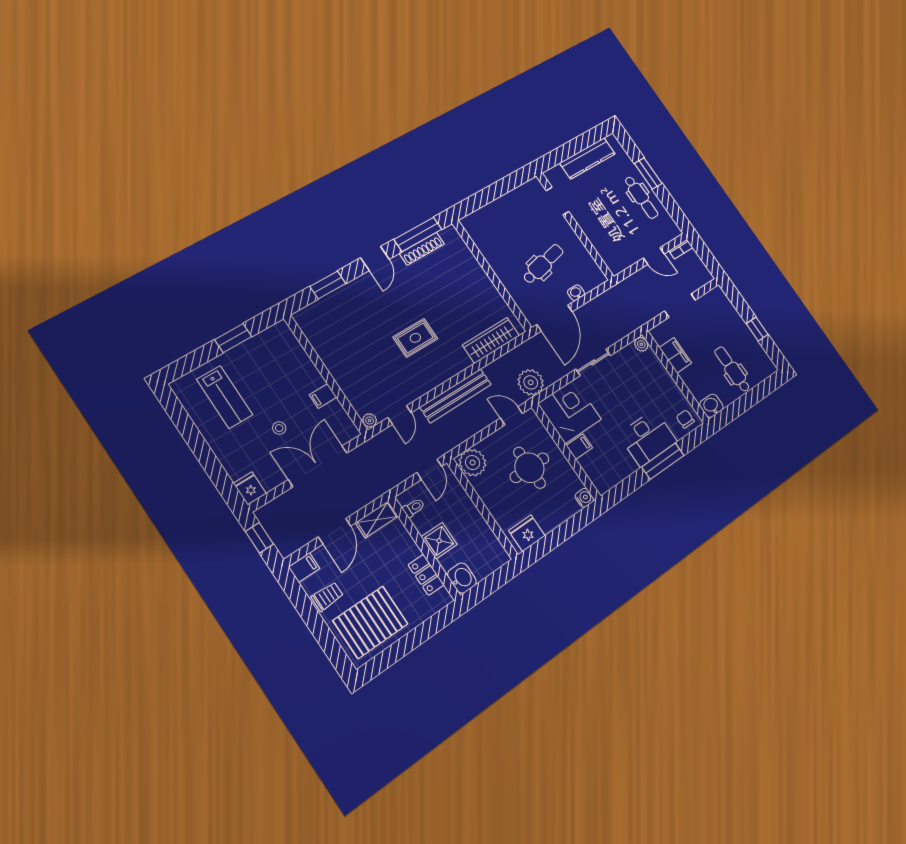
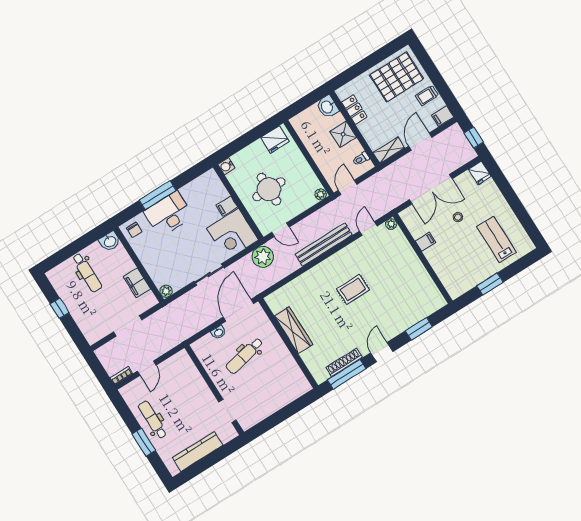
door: (654, 256) -> (147, 368), swing flipped
wardrobe: (491, 340) -> (294, 330), moved, turned -90
plant: (473, 463) -> (321, 194), width x0.53, depth x0.53

